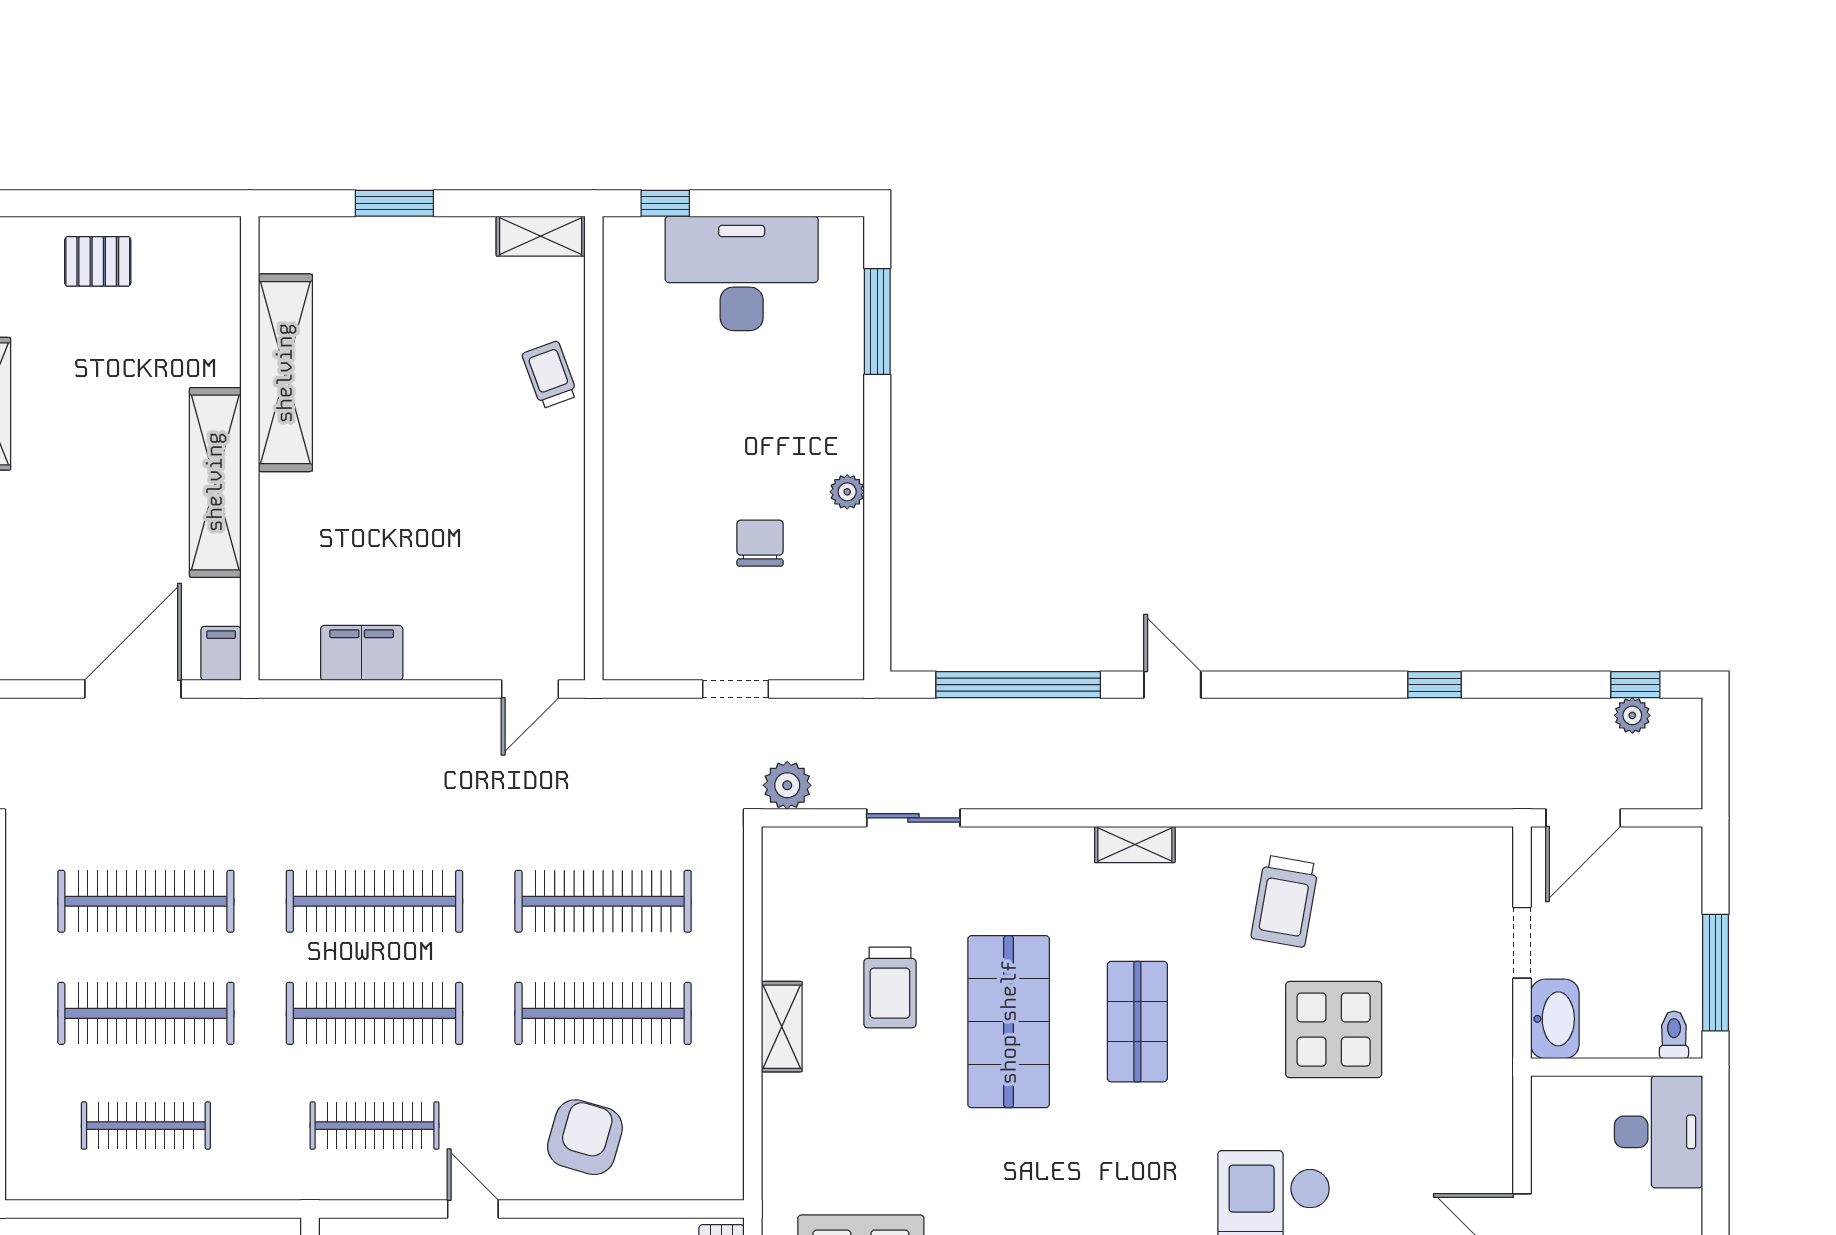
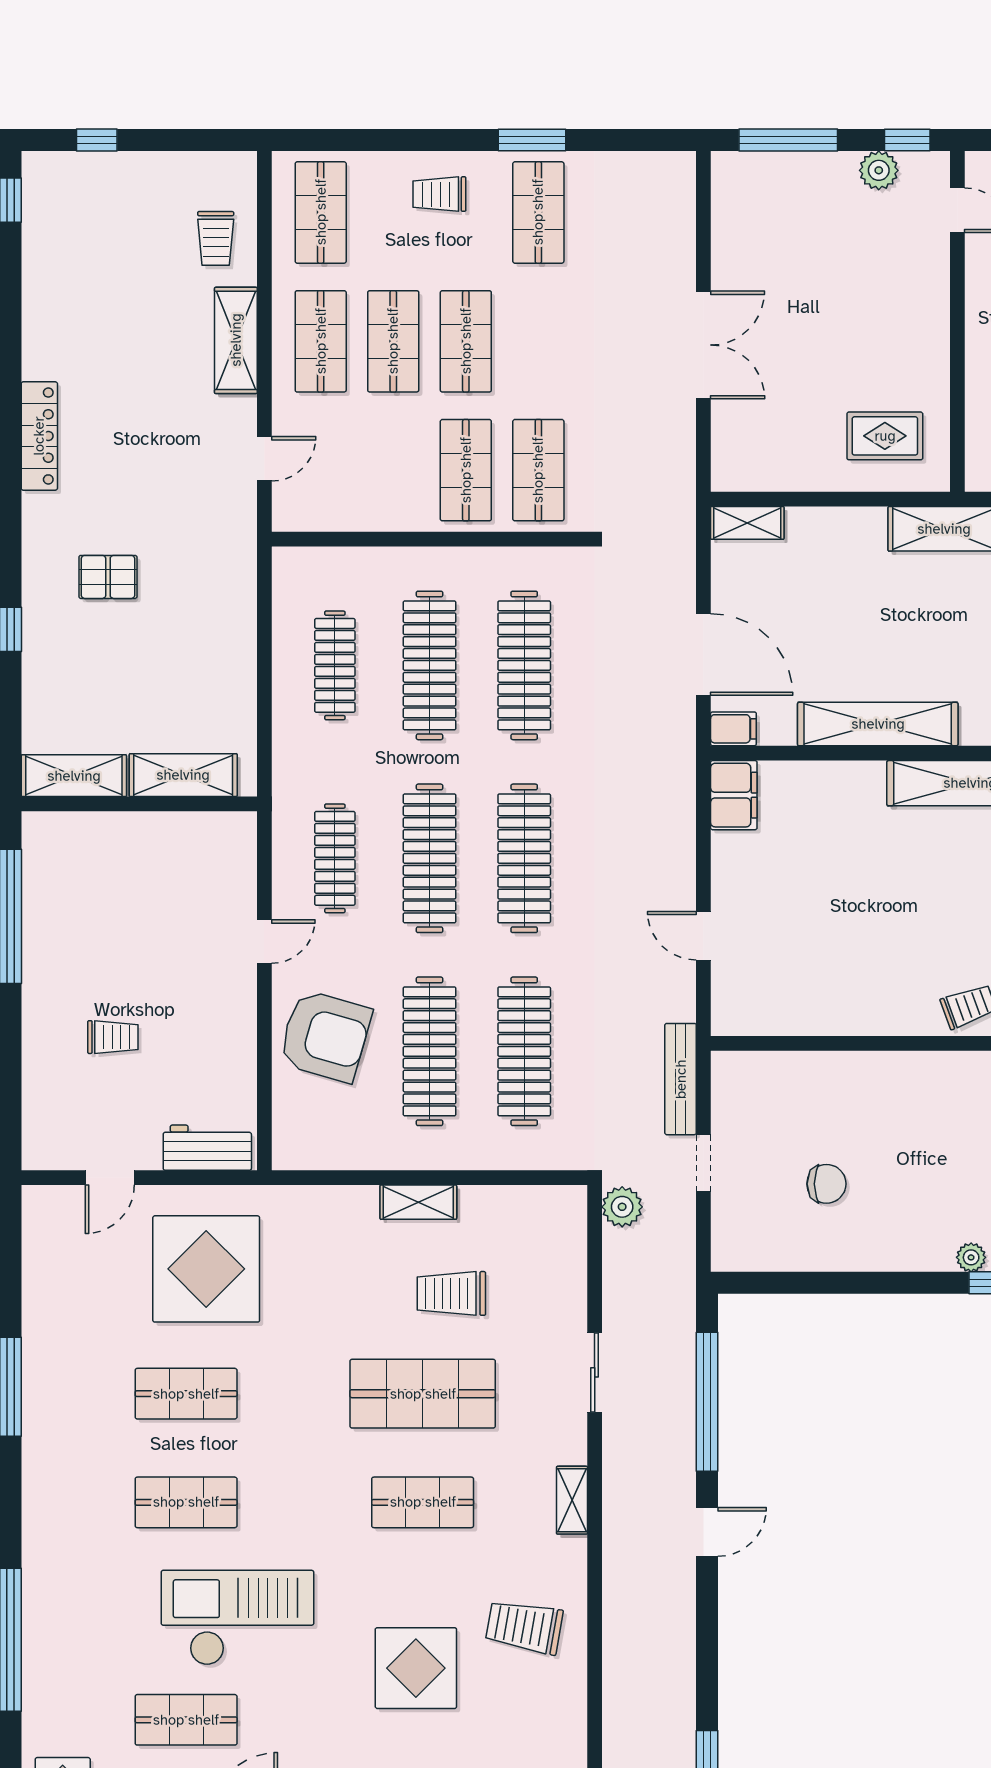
plant: (847, 492) -> (971, 1257), moved
filing cabinet: (362, 653) -> (734, 795), moved
door: (530, 689) -> (703, 936), moved
bench: (636, 716) -> (681, 1079), added
sliding door: (913, 818) -> (595, 1372), moved
armchair: (585, 1137) -> (325, 1036), width x1.36, depth x1.36

